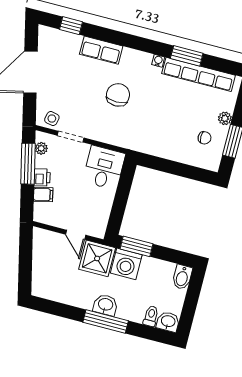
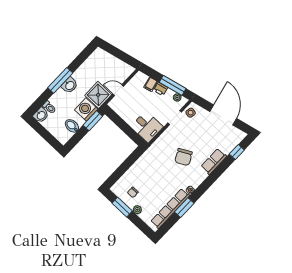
chair: (118, 95) -> (183, 157), turned 62
bidet: (182, 277) -> (72, 126), moved

